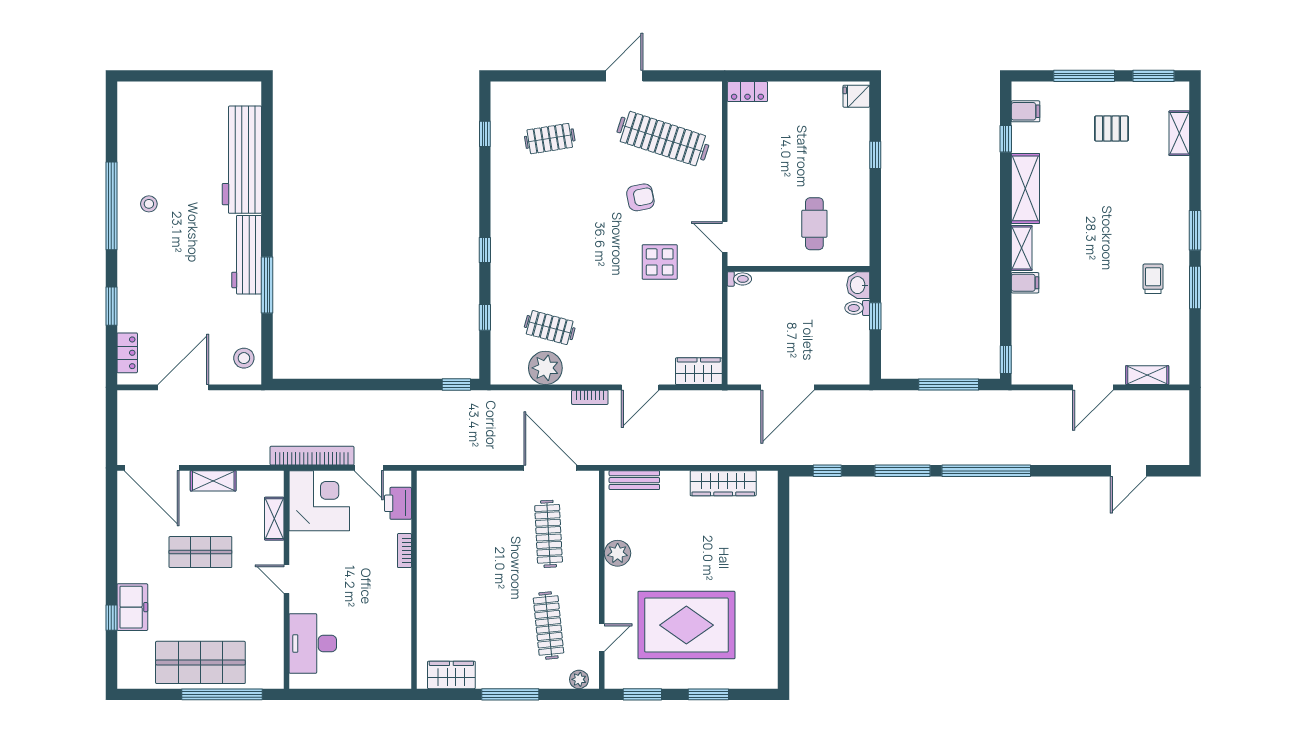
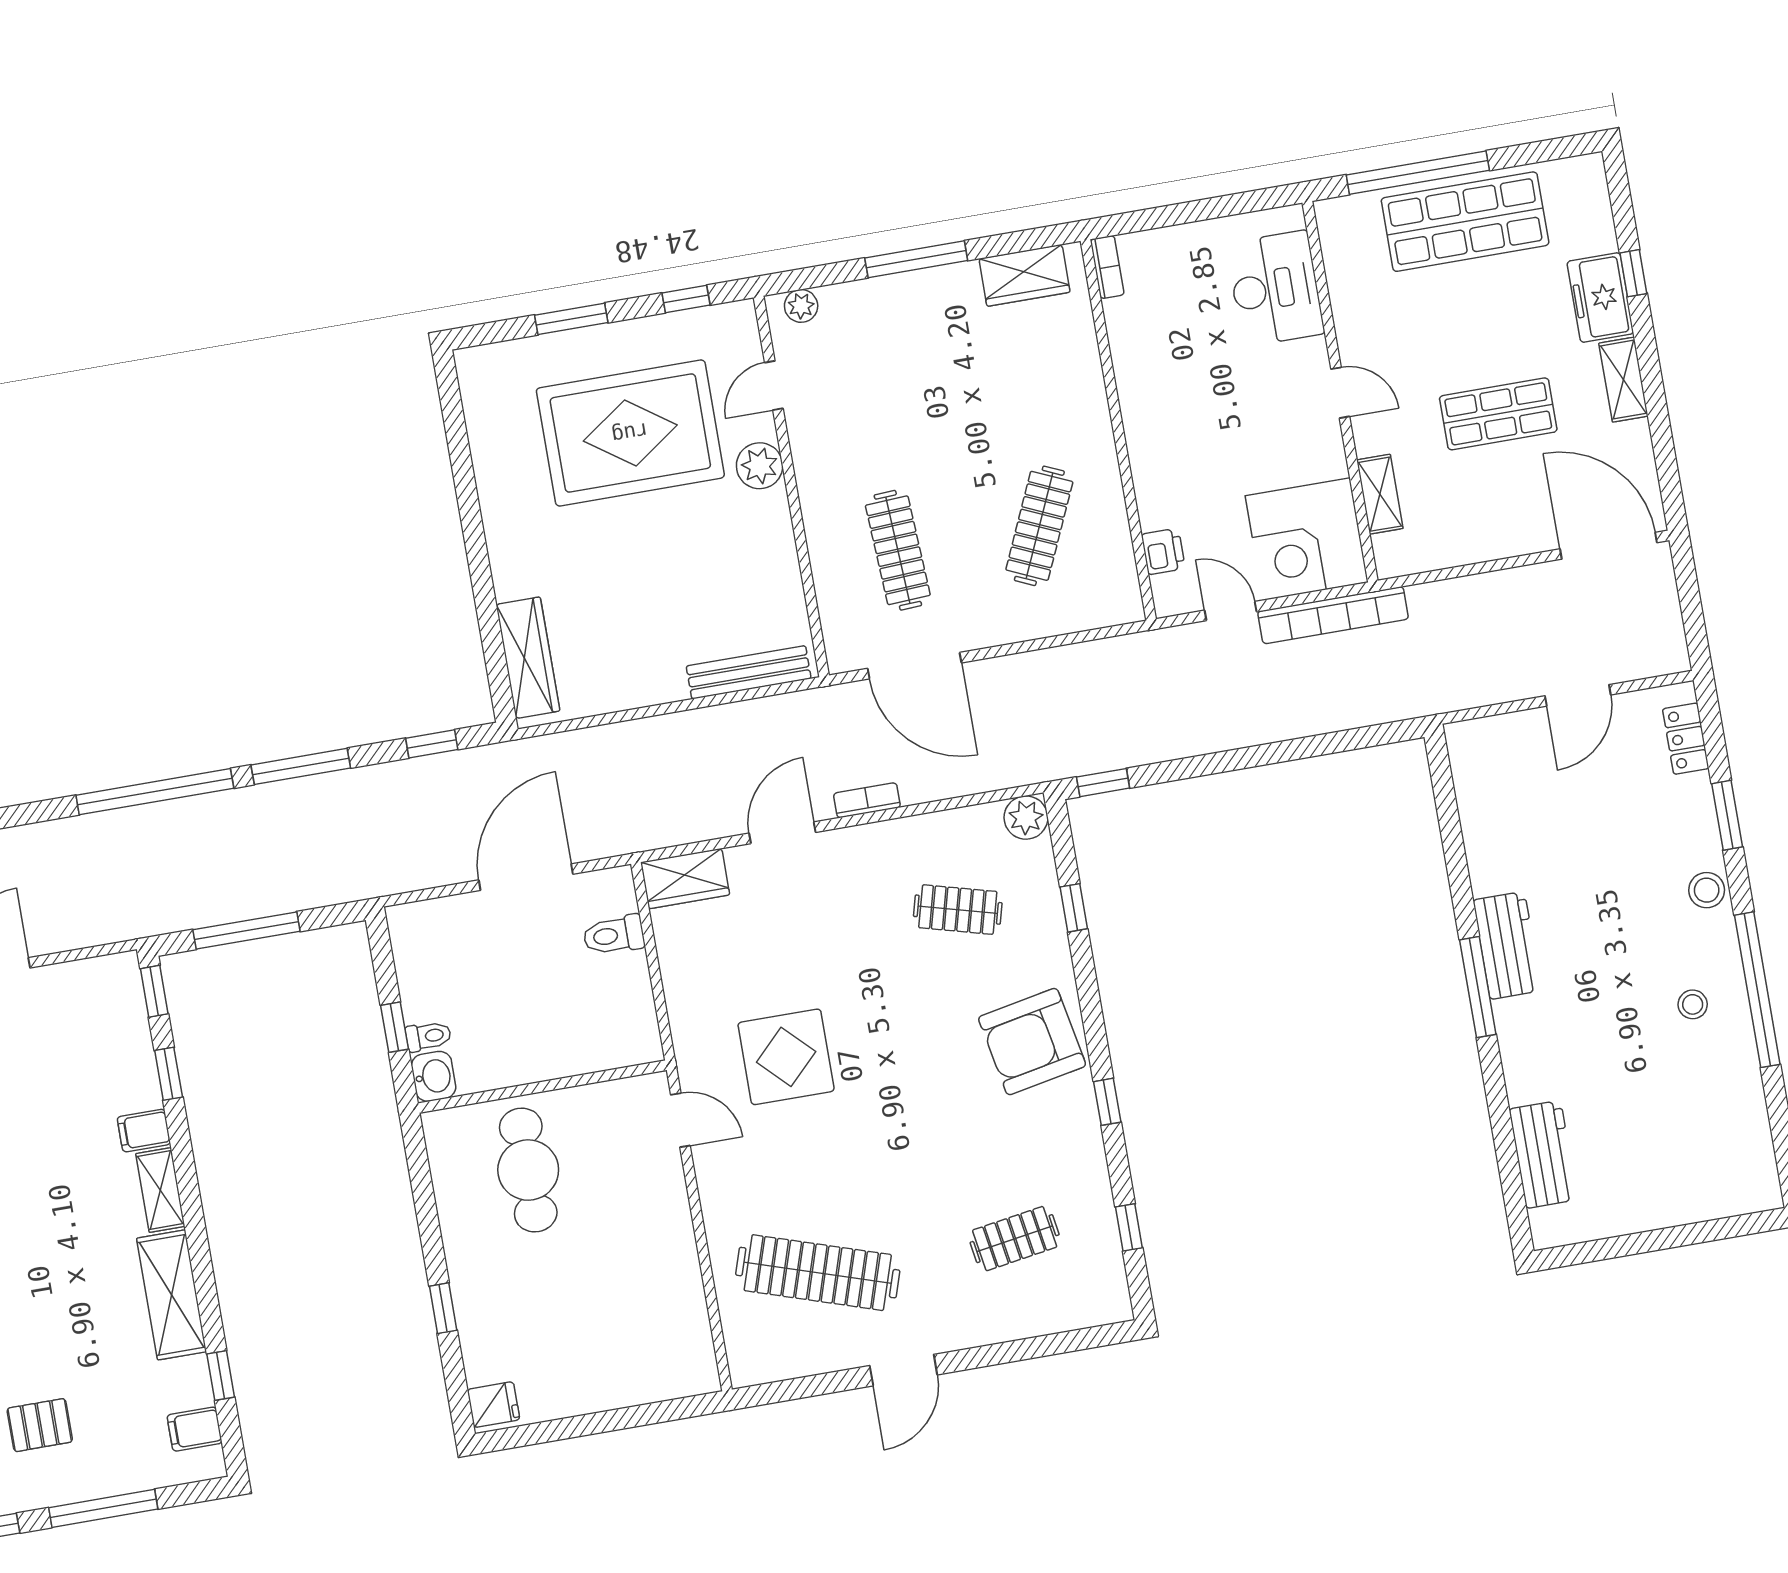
locker: (747, 92) -> (685, 1380), removed
workbench: (242, 160) -> (1543, 1154), width x0.53, depth x0.76
armchair: (640, 197) -> (1032, 1042), moved, width x1.88, depth x1.88
cafe table: (814, 224) -> (528, 1170), width x1.37, depth x1.35
window: (485, 250) -> (1107, 1102), moved
workbench: (247, 255) -> (1507, 945), width x0.73
display table: (660, 262) -> (786, 1057), width x1.36, depth x1.36
toilet: (739, 279) -> (614, 935), moved, width x1.37, depth x1.39
window: (267, 285) -> (1478, 987), moved
window: (1006, 312) -> (169, 1074), added
stool: (244, 358) -> (1707, 890), moved
plant: (545, 368) -> (1026, 818), moved, width x0.73, depth x0.73
door: (183, 387) -> (1578, 695), width x0.73
bench: (634, 480) -> (749, 672), width x1.36
shelving: (213, 481) -> (1623, 380), moved, turned 90
wardrobe: (723, 483) -> (528, 658), moved, turned 90
printer: (398, 503) -> (1163, 551), width x0.73, depth x0.81
bookcase: (404, 551) -> (1107, 267), moved
plant: (618, 553) -> (760, 466), moved
clothes rail: (549, 625) -> (1039, 526), moved, turned 30
window: (642, 694) -> (686, 299), width x0.67

